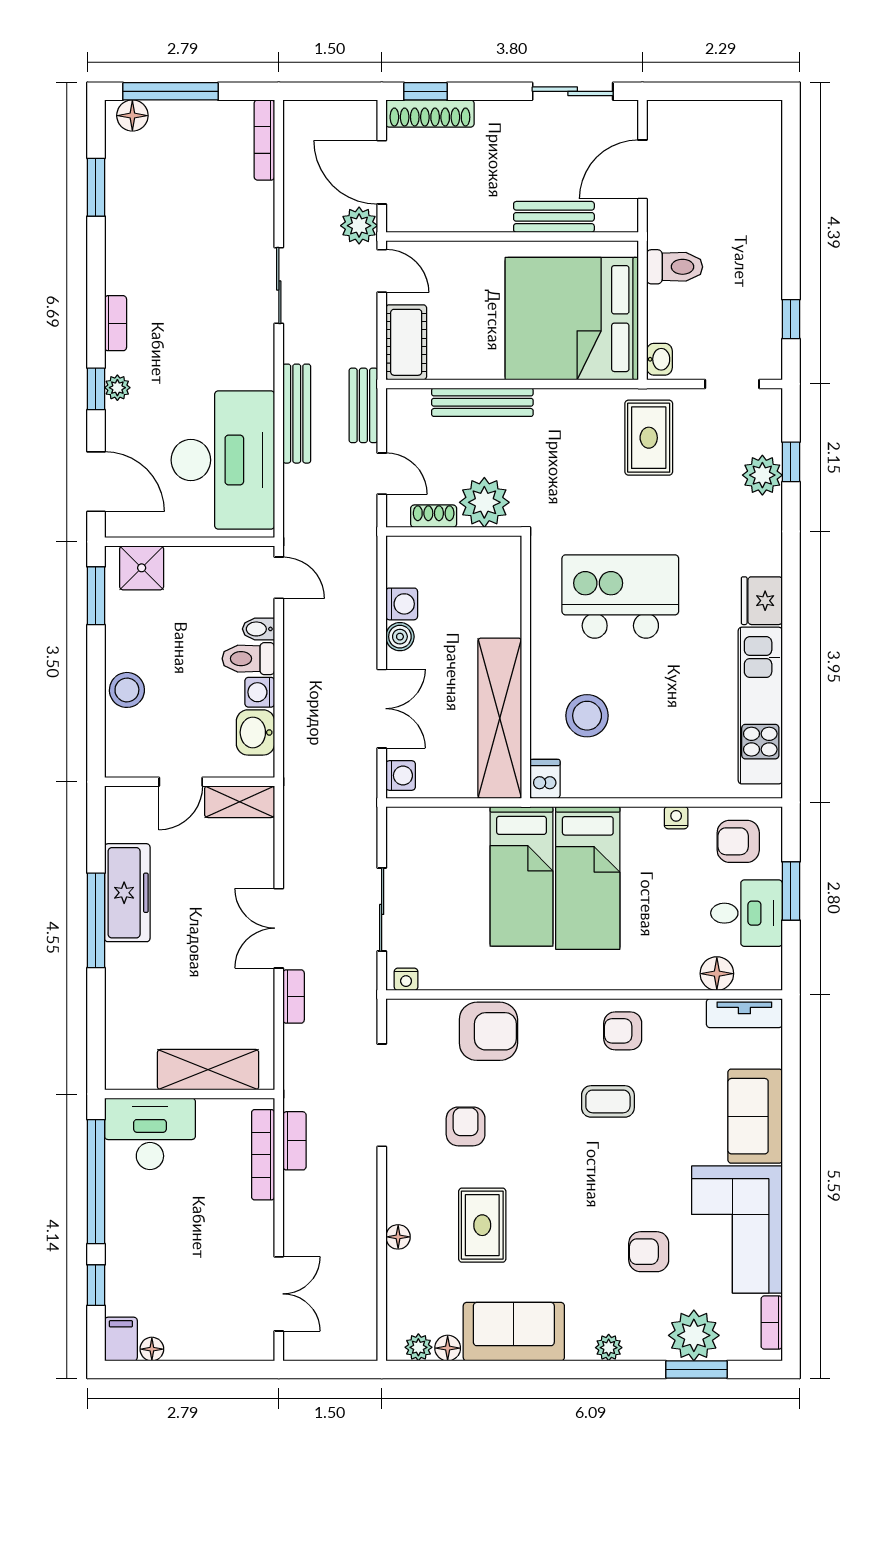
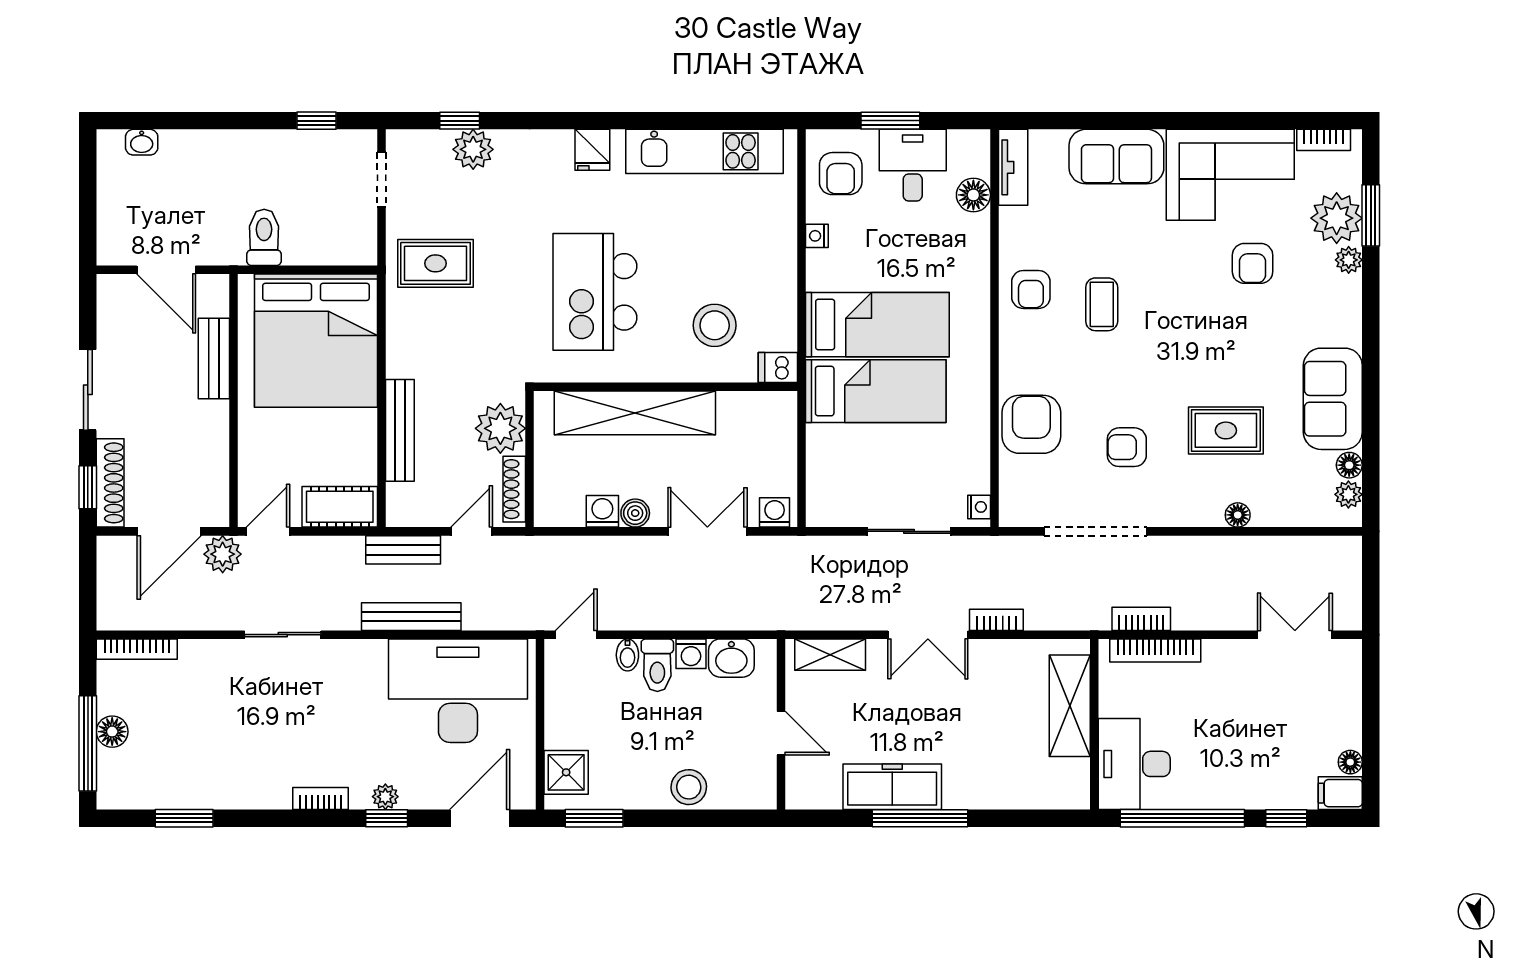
sliding door: (573, 91) -> (88, 390), moved
floor lamp: (132, 116) -> (112, 732), moved
washbasin: (659, 359) -> (142, 142), moved, turned 180
shoe rack: (434, 516) -> (514, 489), width x1.43
fridge: (762, 601) -> (592, 150), width x0.72
shelving: (500, 718) -> (635, 413), moved
shelving: (240, 802) -> (830, 655), moved, turned 90
plant: (609, 1348) -> (1349, 260), moved

